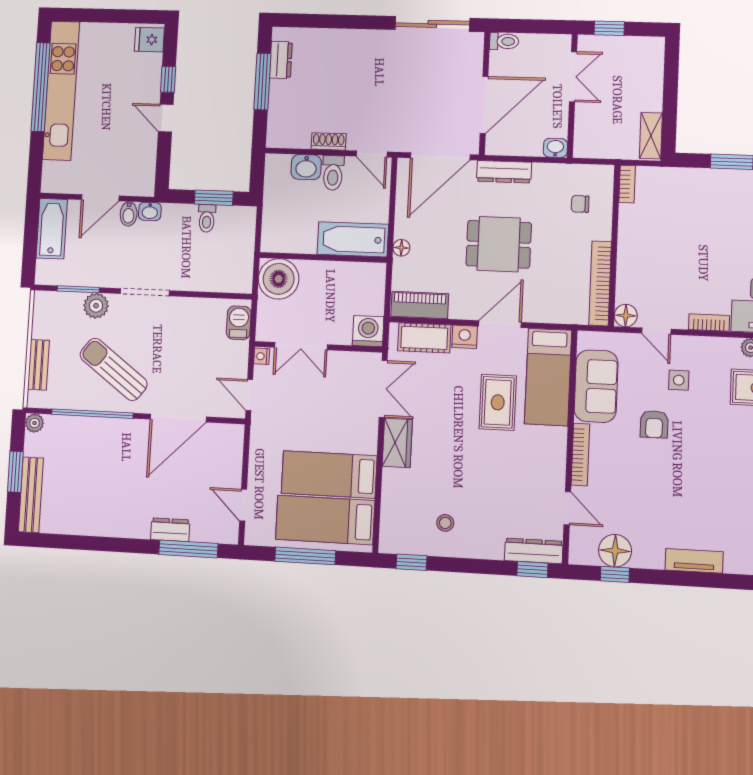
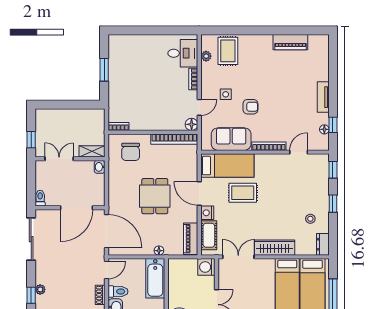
window: (334, 21) -> (31, 295), added
plant: (344, 37) -> (40, 289), added
door: (484, 105) -> (77, 208), swing flipped
shelving: (651, 136) -> (92, 151), moved
dresser: (504, 172) -> (114, 195), removed
chair: (580, 204) -> (131, 152), width x1.87, depth x1.87
wardrobe: (397, 443) -> (274, 248), width x1.50
dresser: (534, 551) -> (323, 244), moved, width x0.70
floor lamp: (615, 551) -> (324, 129), width x0.53, depth x0.53
tv unit: (694, 561) -> (323, 97), moved
window: (412, 562) -> (333, 204), moved

